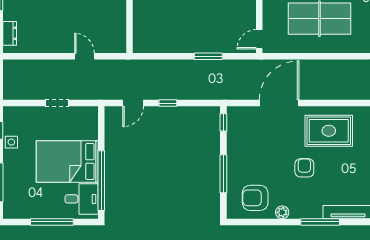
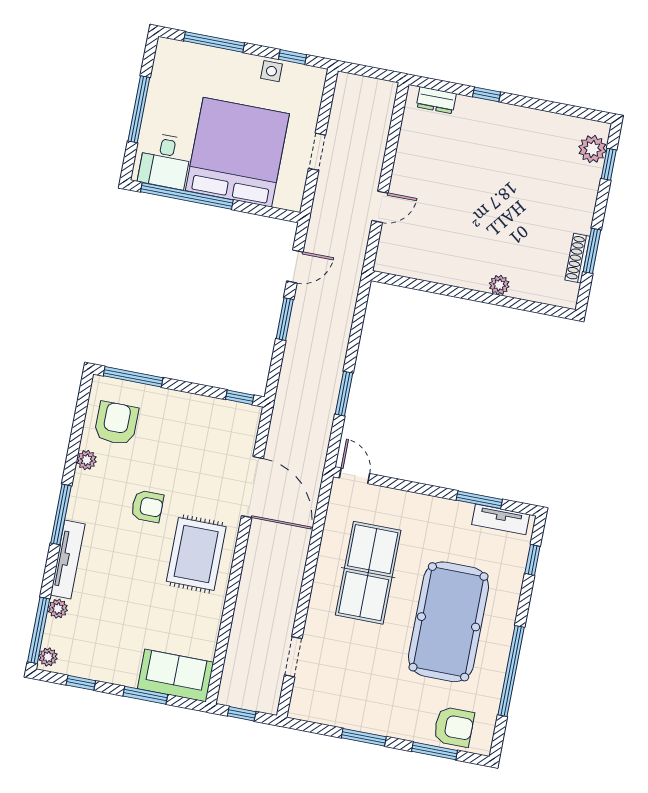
door: (133, 103) -> (295, 267), swing flipped
window: (168, 103) -> (285, 319), width x1.50
bed: (67, 161) -> (237, 152), width x1.36
window: (223, 174) -> (133, 377), moved

